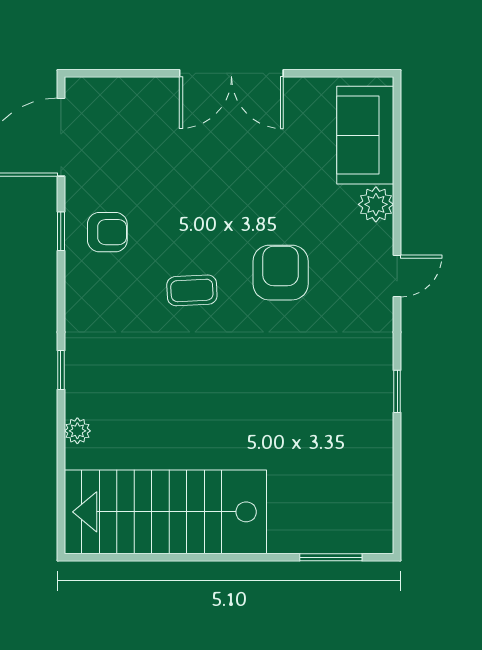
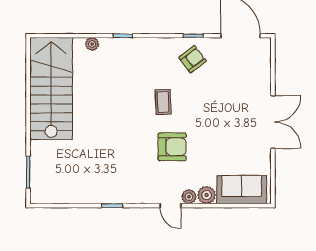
double door: (231, 73) -> (273, 122), swing flipped
armchair: (107, 232) -> (193, 59), turned -127
plant: (379, 239) -> (189, 197), added

